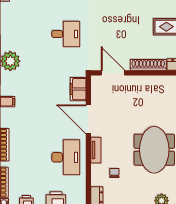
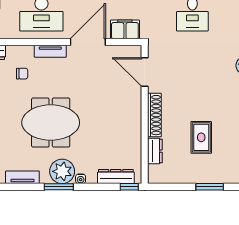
door: (113, 73) -> (145, 72), swing flipped

